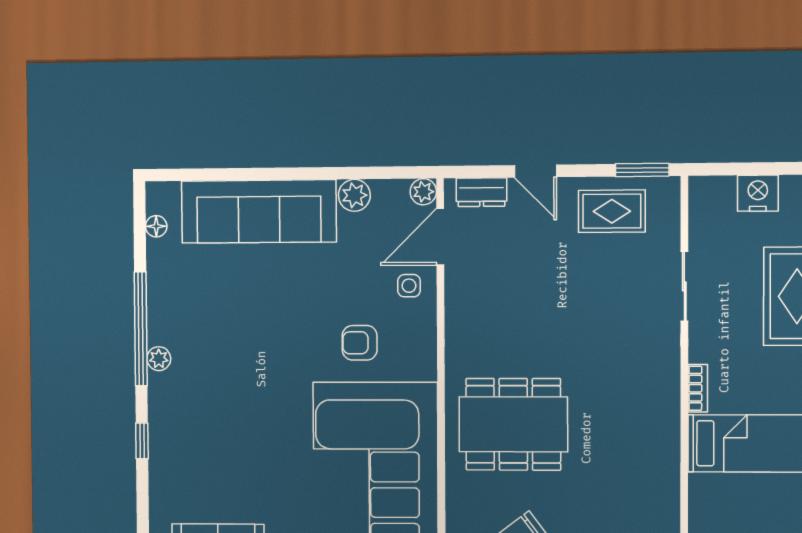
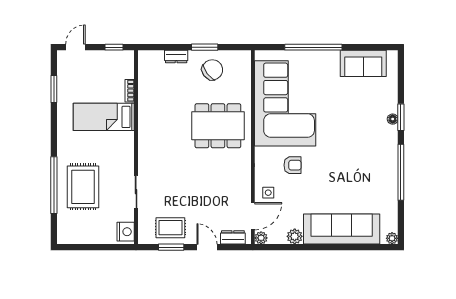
window: (642, 170) -> (171, 247), moved
nightstand: (758, 193) -> (126, 232), moved, turned -90
floor lamp: (156, 226) -> (393, 119), moved
plant: (159, 359) -> (392, 238), moved
bookcase: (698, 388) -> (130, 91), moved
window: (142, 441) -> (401, 117), width x1.50

